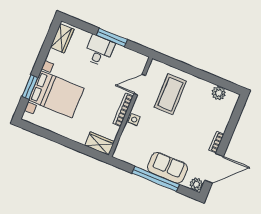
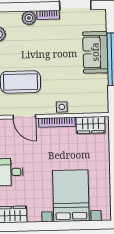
window: (30, 87) -> (75, 225), removed
wardrobe: (100, 144) -> (91, 125), moved, turned -90
plant: (196, 184) -> (29, 18), moved

